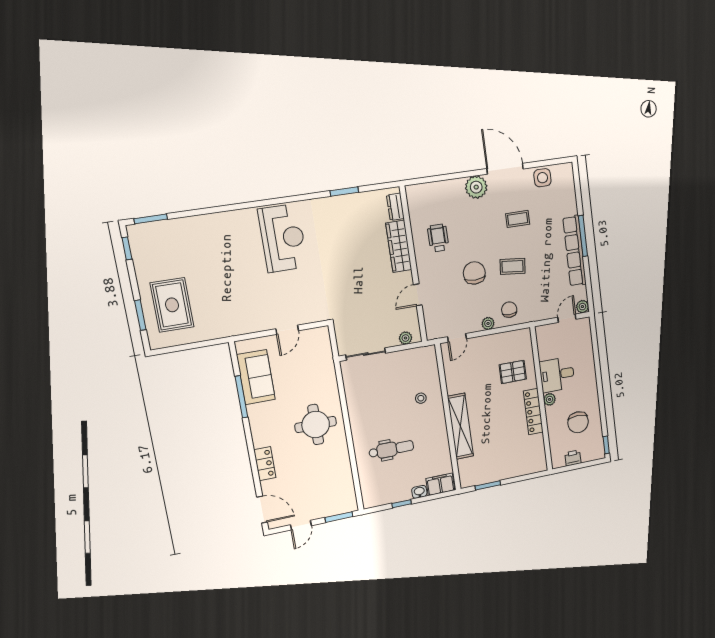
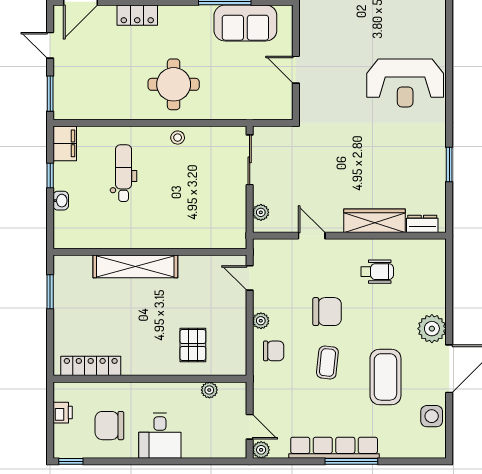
coffee table: (518, 219) -> (385, 377), width x1.86, depth x1.72
desk: (557, 375) -> (160, 436), moved, turned 180
stool: (421, 398) -> (178, 138), moved
plant: (550, 399) -> (209, 390), moved
locker: (533, 412) -> (91, 366), moved
dental chair: (391, 449) -> (124, 173), turned 180
filing cabinet: (440, 484) -> (65, 143), moved

